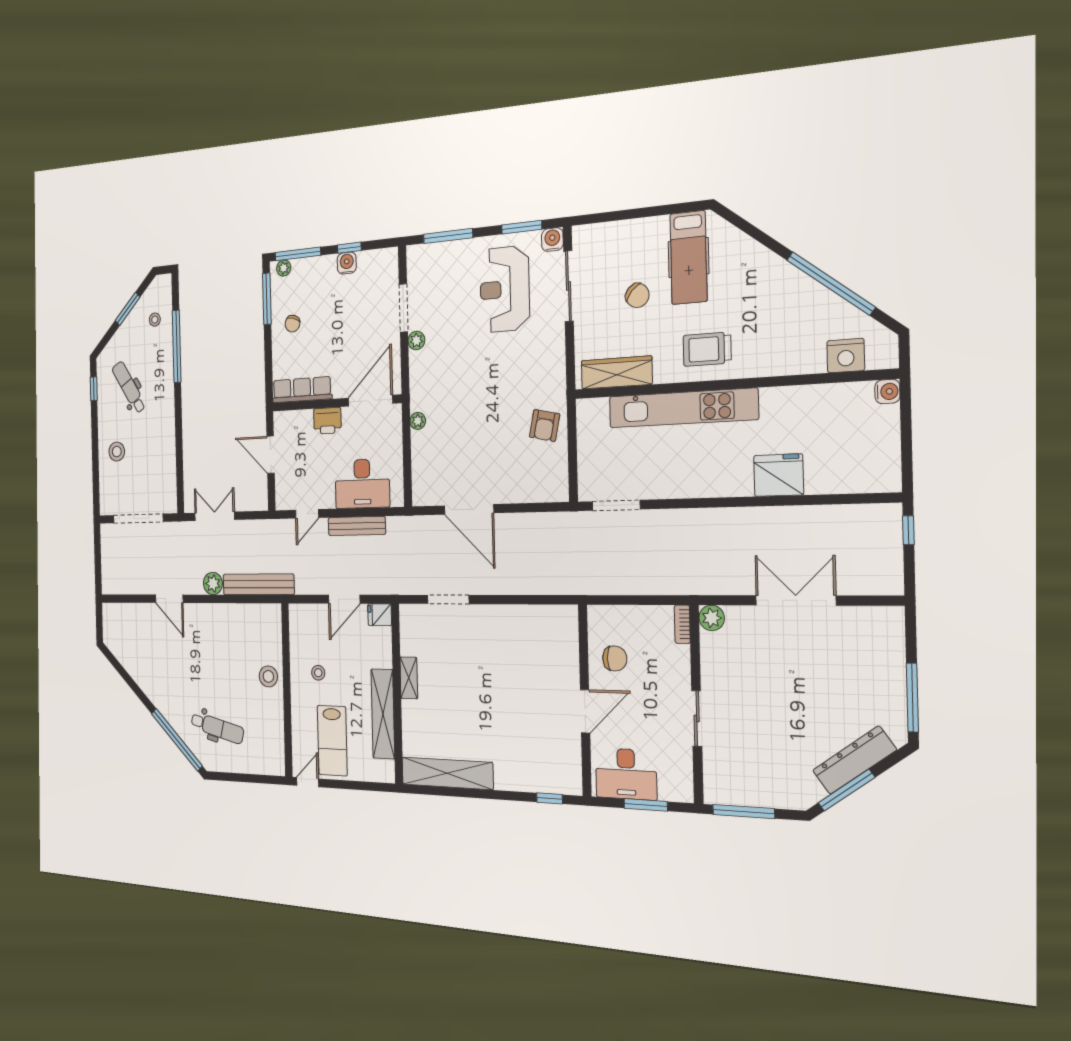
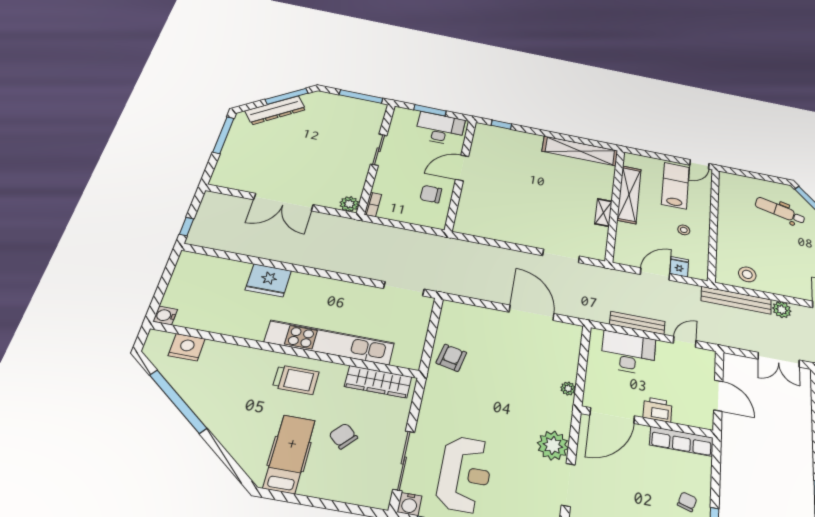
plant: (416, 340) -> (553, 446), width x1.88, depth x1.88
fridge: (380, 615) -> (679, 267), moved, turned -90
stool: (268, 676) -> (747, 274), moved

